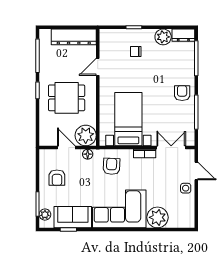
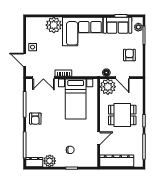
armchair: (112, 166) -> (88, 64), removed

